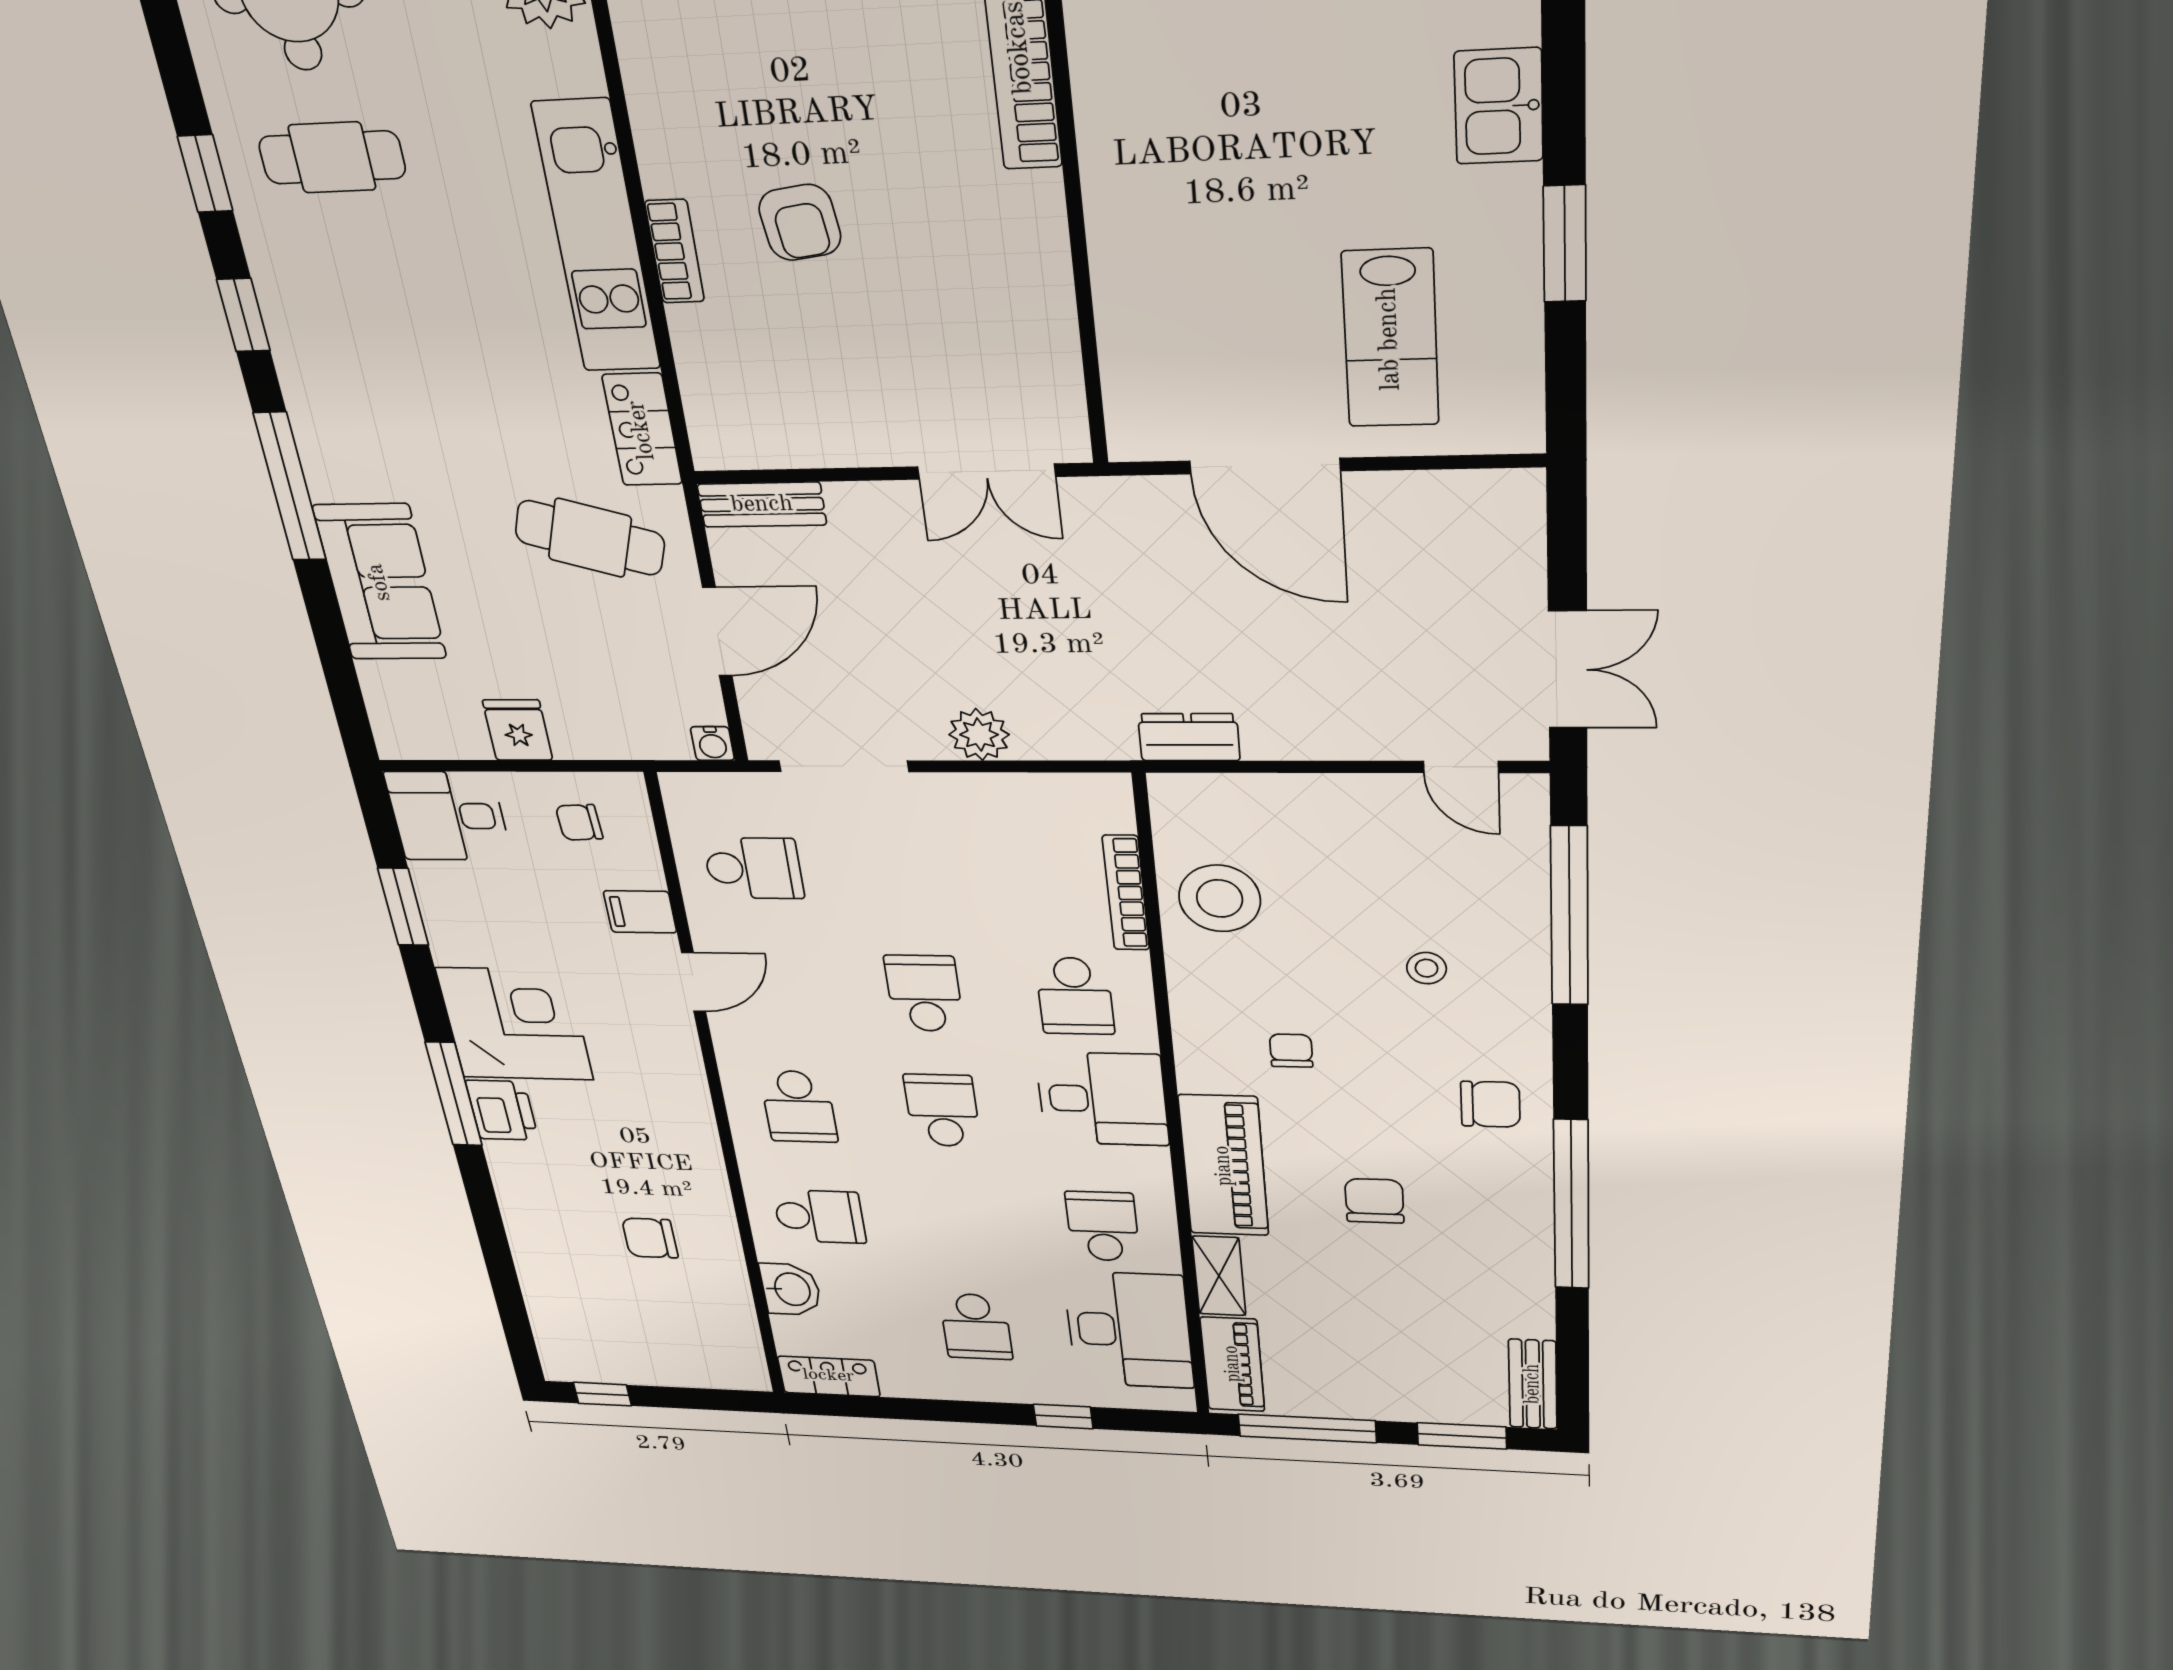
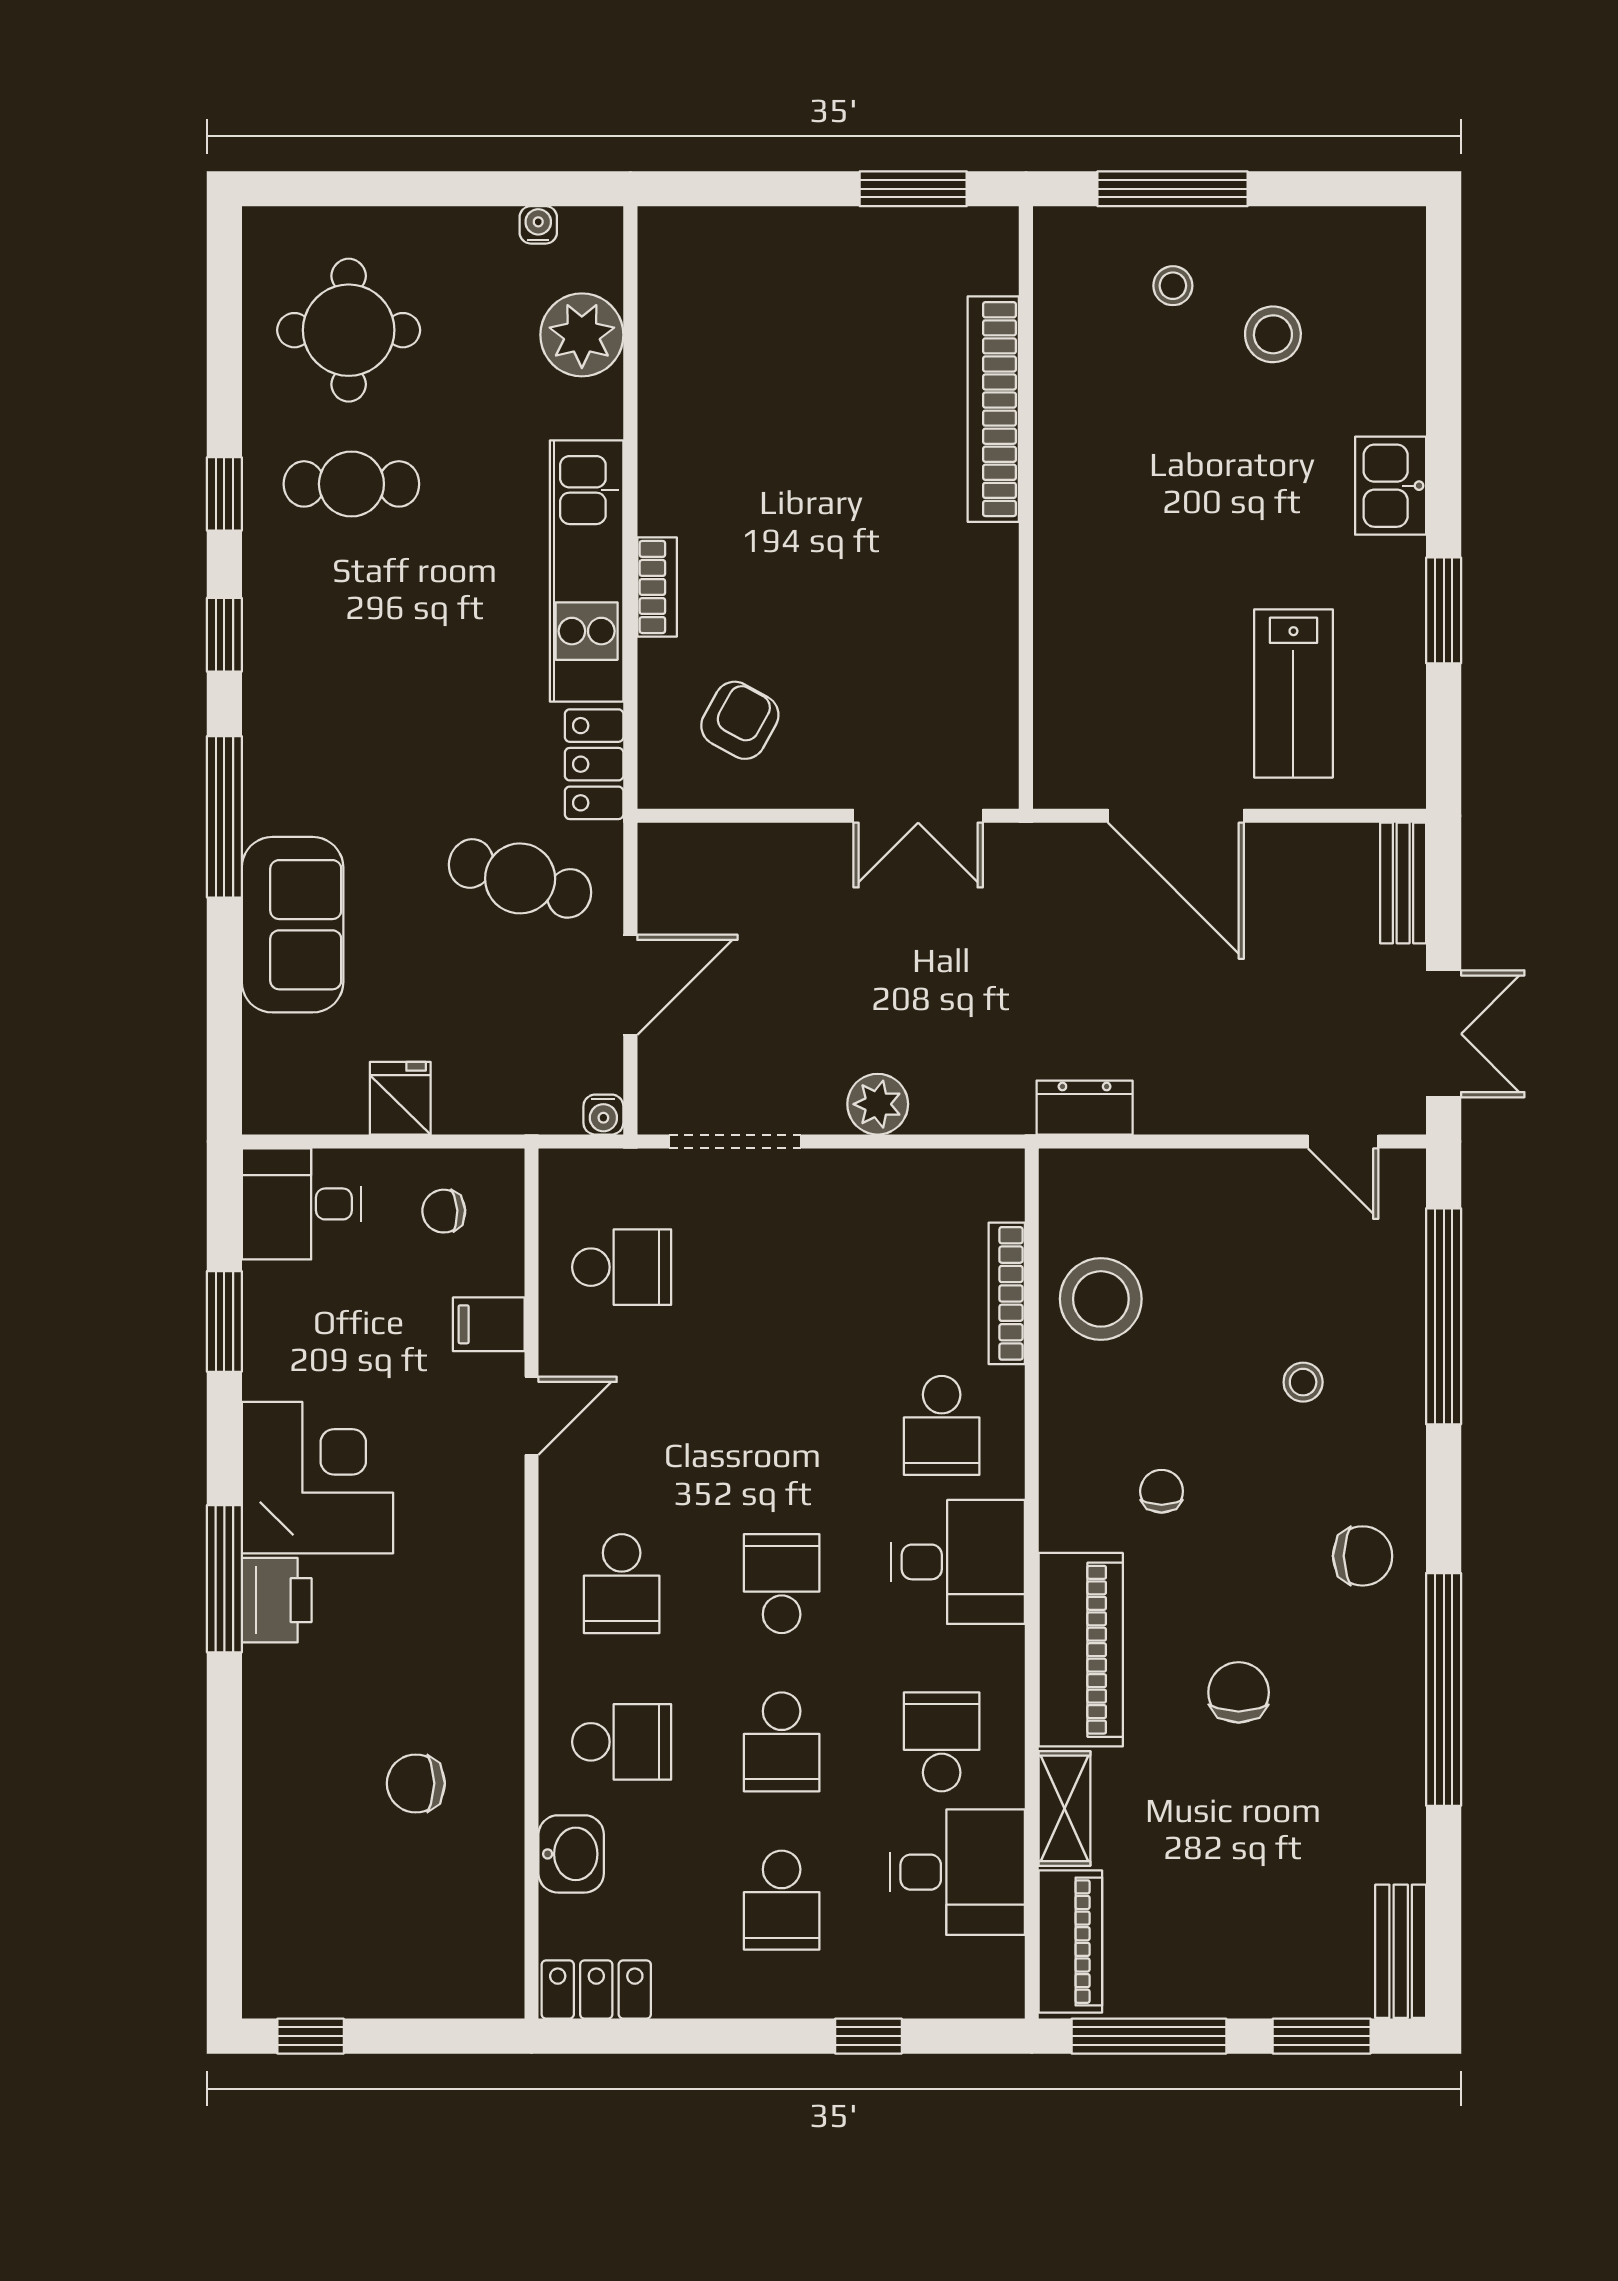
armchair: (800, 222) -> (740, 720), moved, turned -143
bench: (762, 505) -> (1403, 883), moved, turned 90
school desk: (924, 993) -> (782, 1742), moved, turned 180
desk: (1129, 1330) -> (957, 1872), width x0.73

